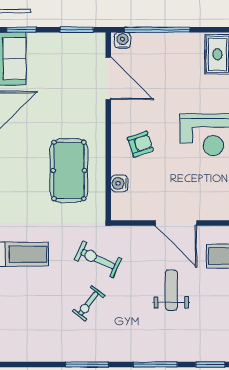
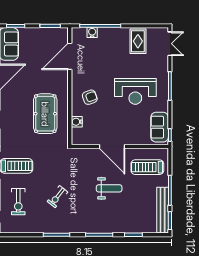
water cooler: (123, 40) -> (92, 33), moved
door: (108, 78) -> (70, 56), swing flipped
exercise bike: (98, 259) -> (18, 202), moved, turned -115
weight bench: (171, 290) -> (109, 188), turned 90

